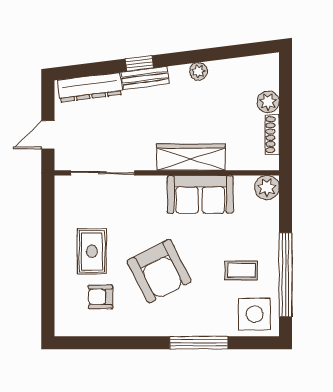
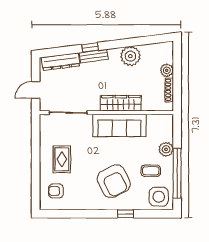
plant: (198, 71) -> (130, 56), width x1.88, depth x1.88
plant: (267, 187) -> (166, 149), moved
sofa: (200, 194) -> (119, 125), width x1.36
armchair: (159, 271) -> (114, 181), moved
armchair: (100, 297) -> (56, 191), moved
window: (199, 343) -> (125, 214), width x0.46

